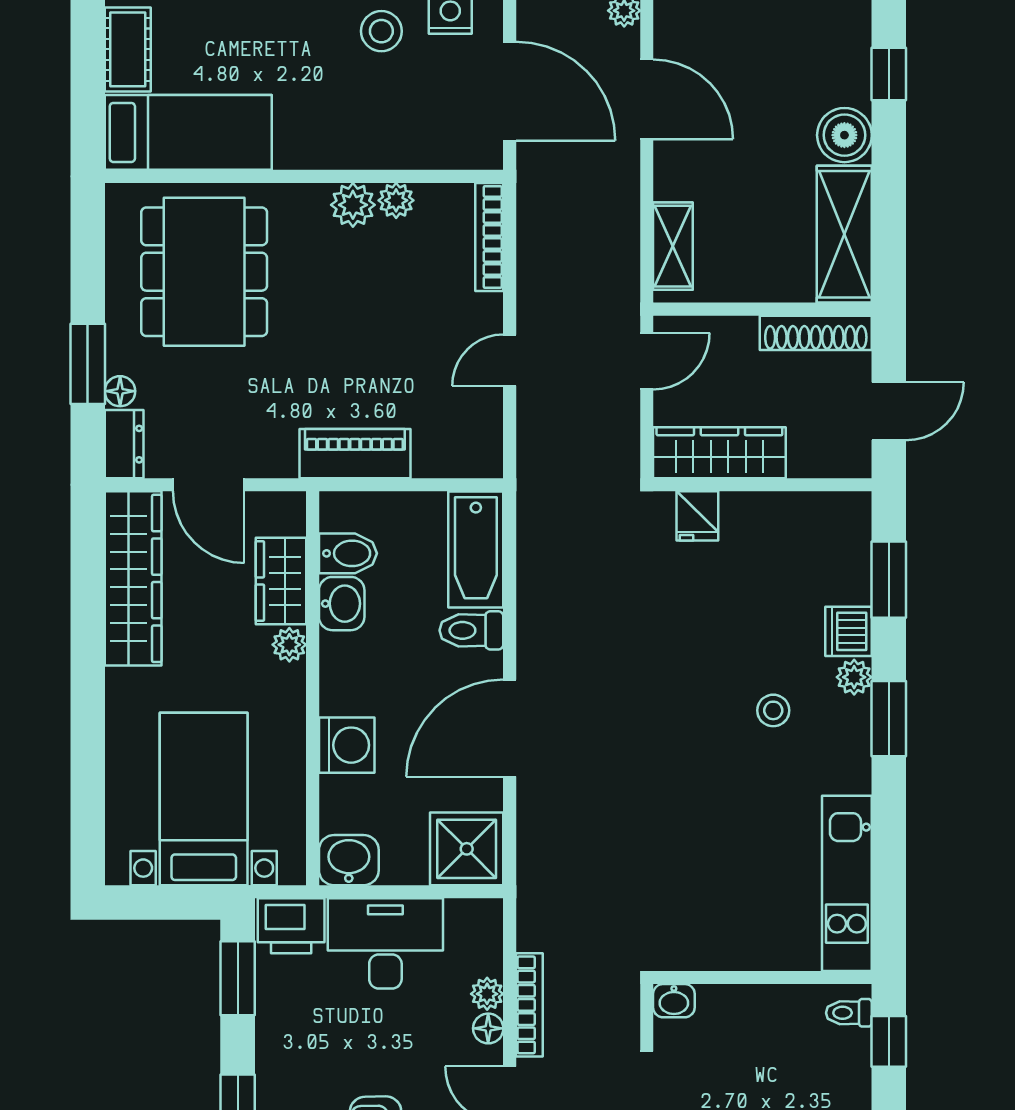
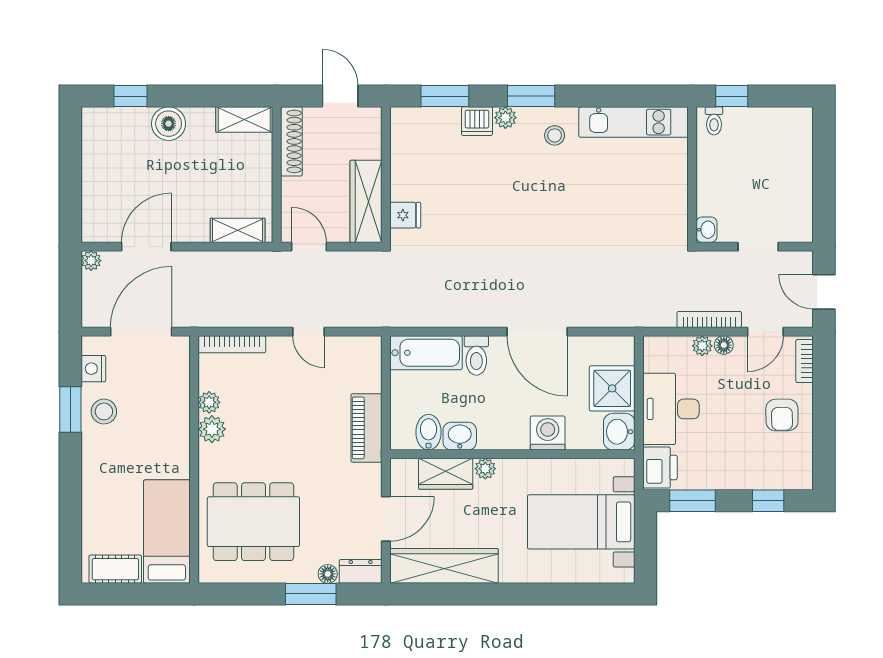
shelving: (844, 234) -> (244, 120), width x0.67, depth x0.75
stool: (773, 710) -> (555, 135), moved
shower: (467, 849) -> (612, 388), moved

